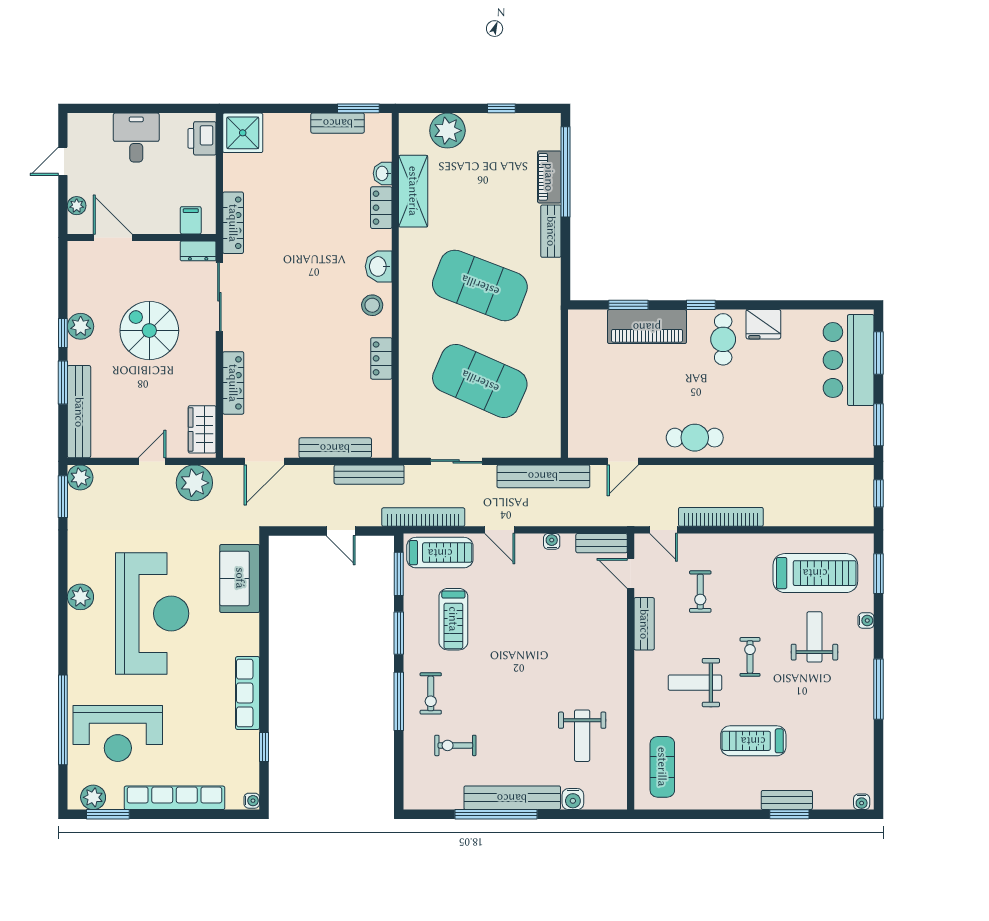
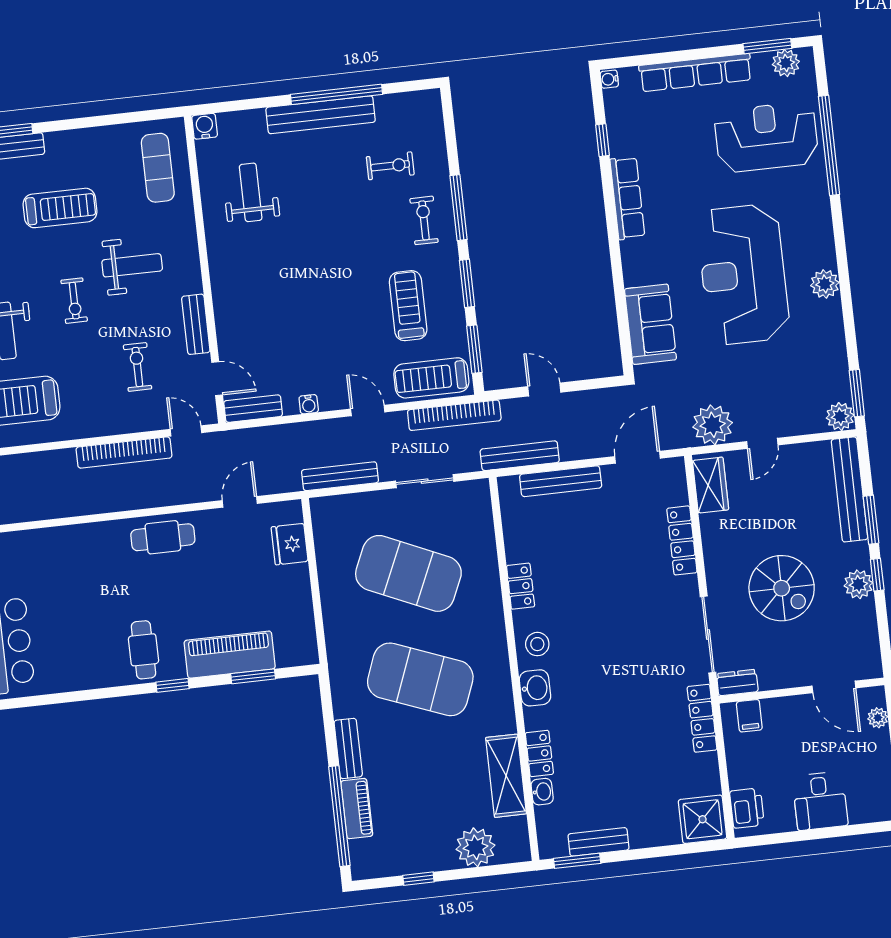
fridge: (763, 324) -> (290, 544), moved, turned -90
bench: (543, 476) -> (340, 476), width x0.73, depth x0.82
water cooler: (573, 799) -> (205, 126), moved

